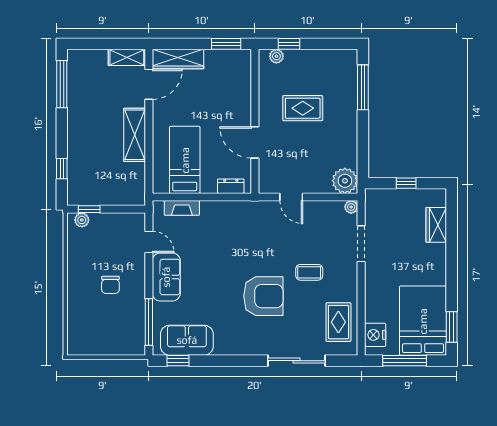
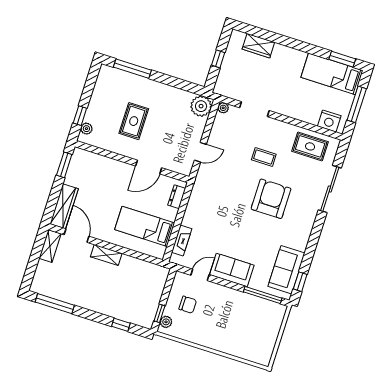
shelving: (135, 135) -> (106, 255), width x0.67, depth x0.75
coffee table: (309, 272) -> (264, 157), turned 90
chair: (110, 285) -> (188, 305), moved
bed: (423, 321) -> (332, 74), width x0.67

